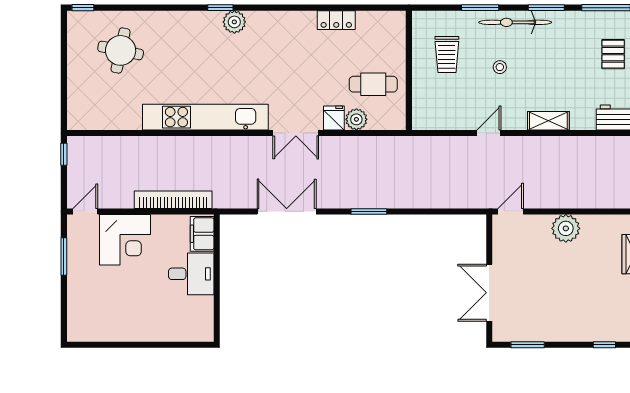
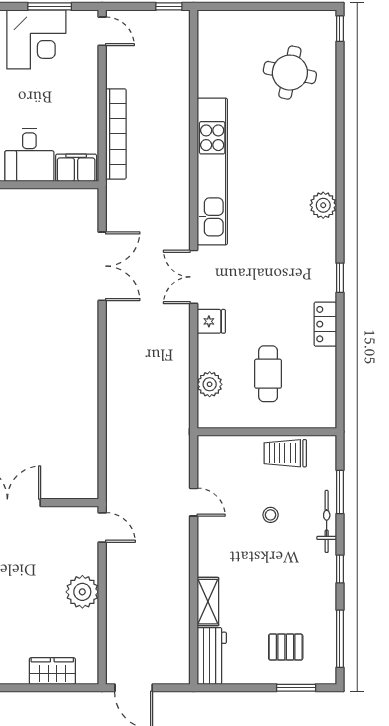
window: (220, 8) -> (340, 278), moved
window: (546, 8) -> (340, 569), width x0.67
bicycle: (515, 22) -> (327, 521), width x0.73, depth x0.71
wall: (409, 70) -> (267, 432), moved
cafe table: (373, 84) -> (268, 374), moved
plant: (356, 119) -> (210, 384), moved
shelving: (548, 121) -> (208, 602), moved
window: (369, 211) -> (102, 362), removed
corner desk: (125, 240) -> (36, 39), moved, turned -90

